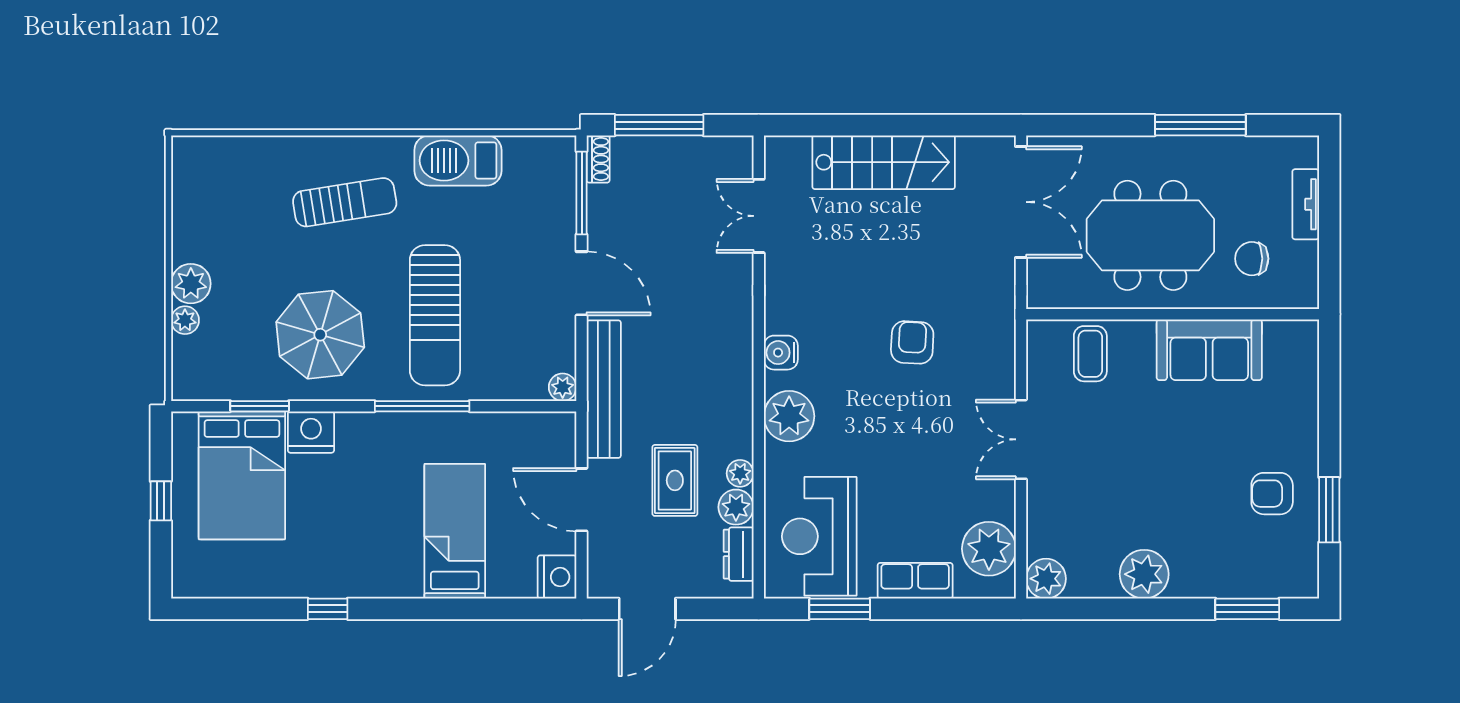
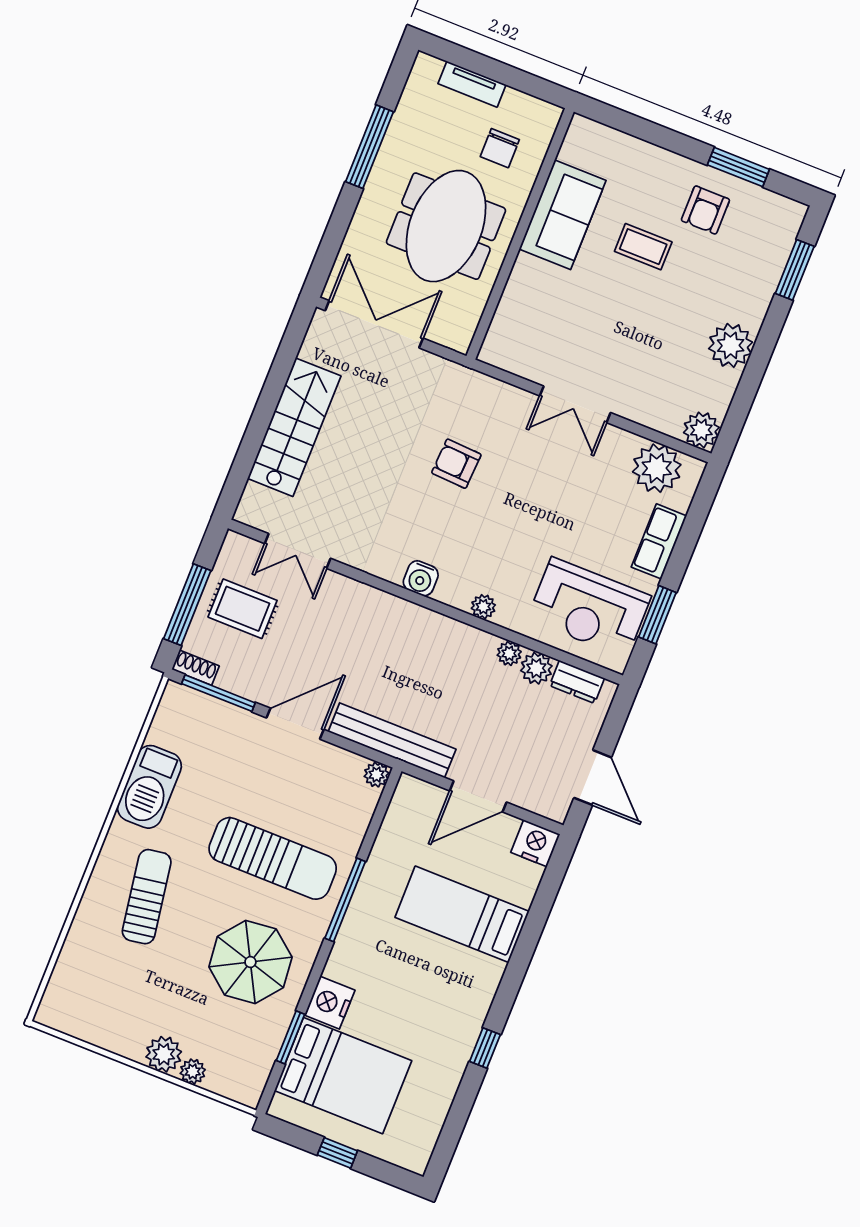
coffee table: (1090, 354) -> (643, 247), moved
plant: (789, 416) -> (483, 607), width x0.53, depth x0.53
rug: (675, 480) -> (243, 609), moved

